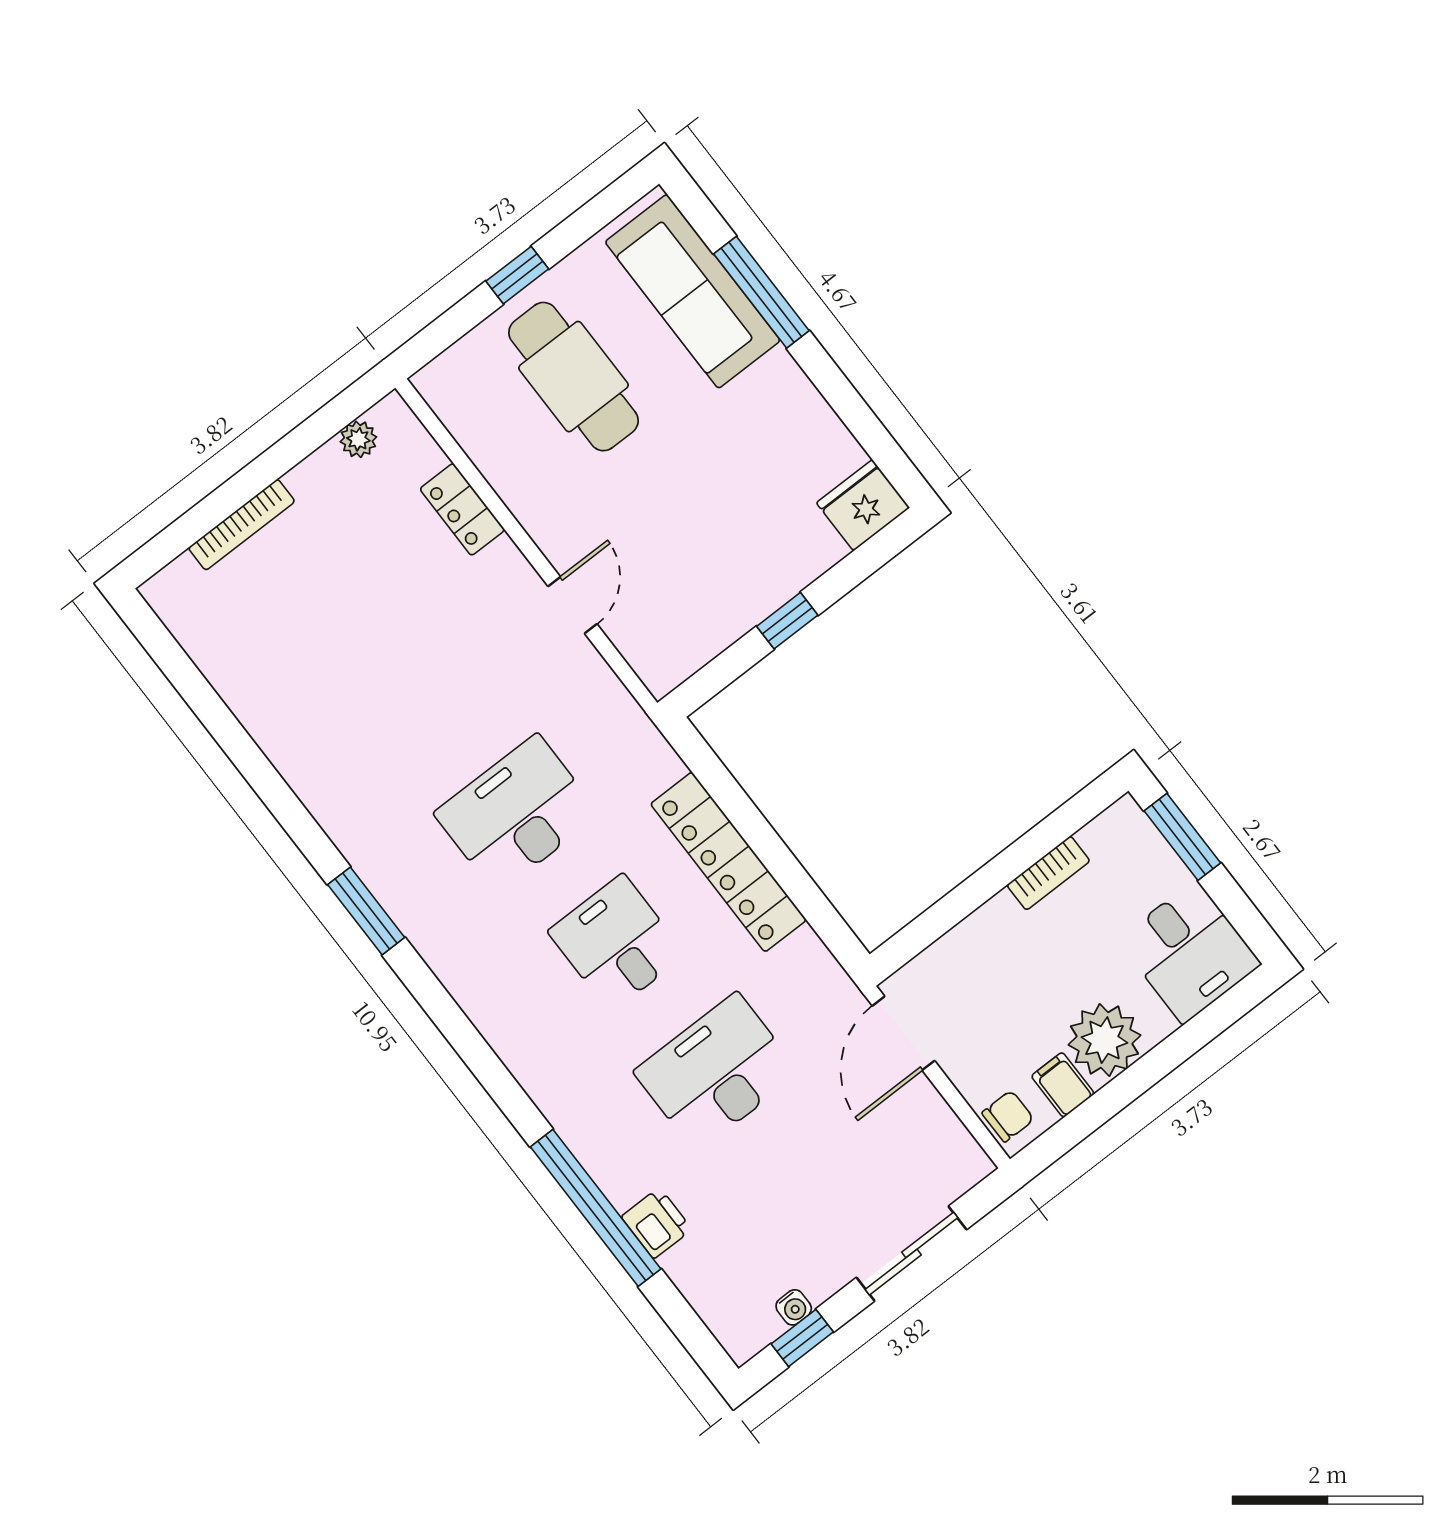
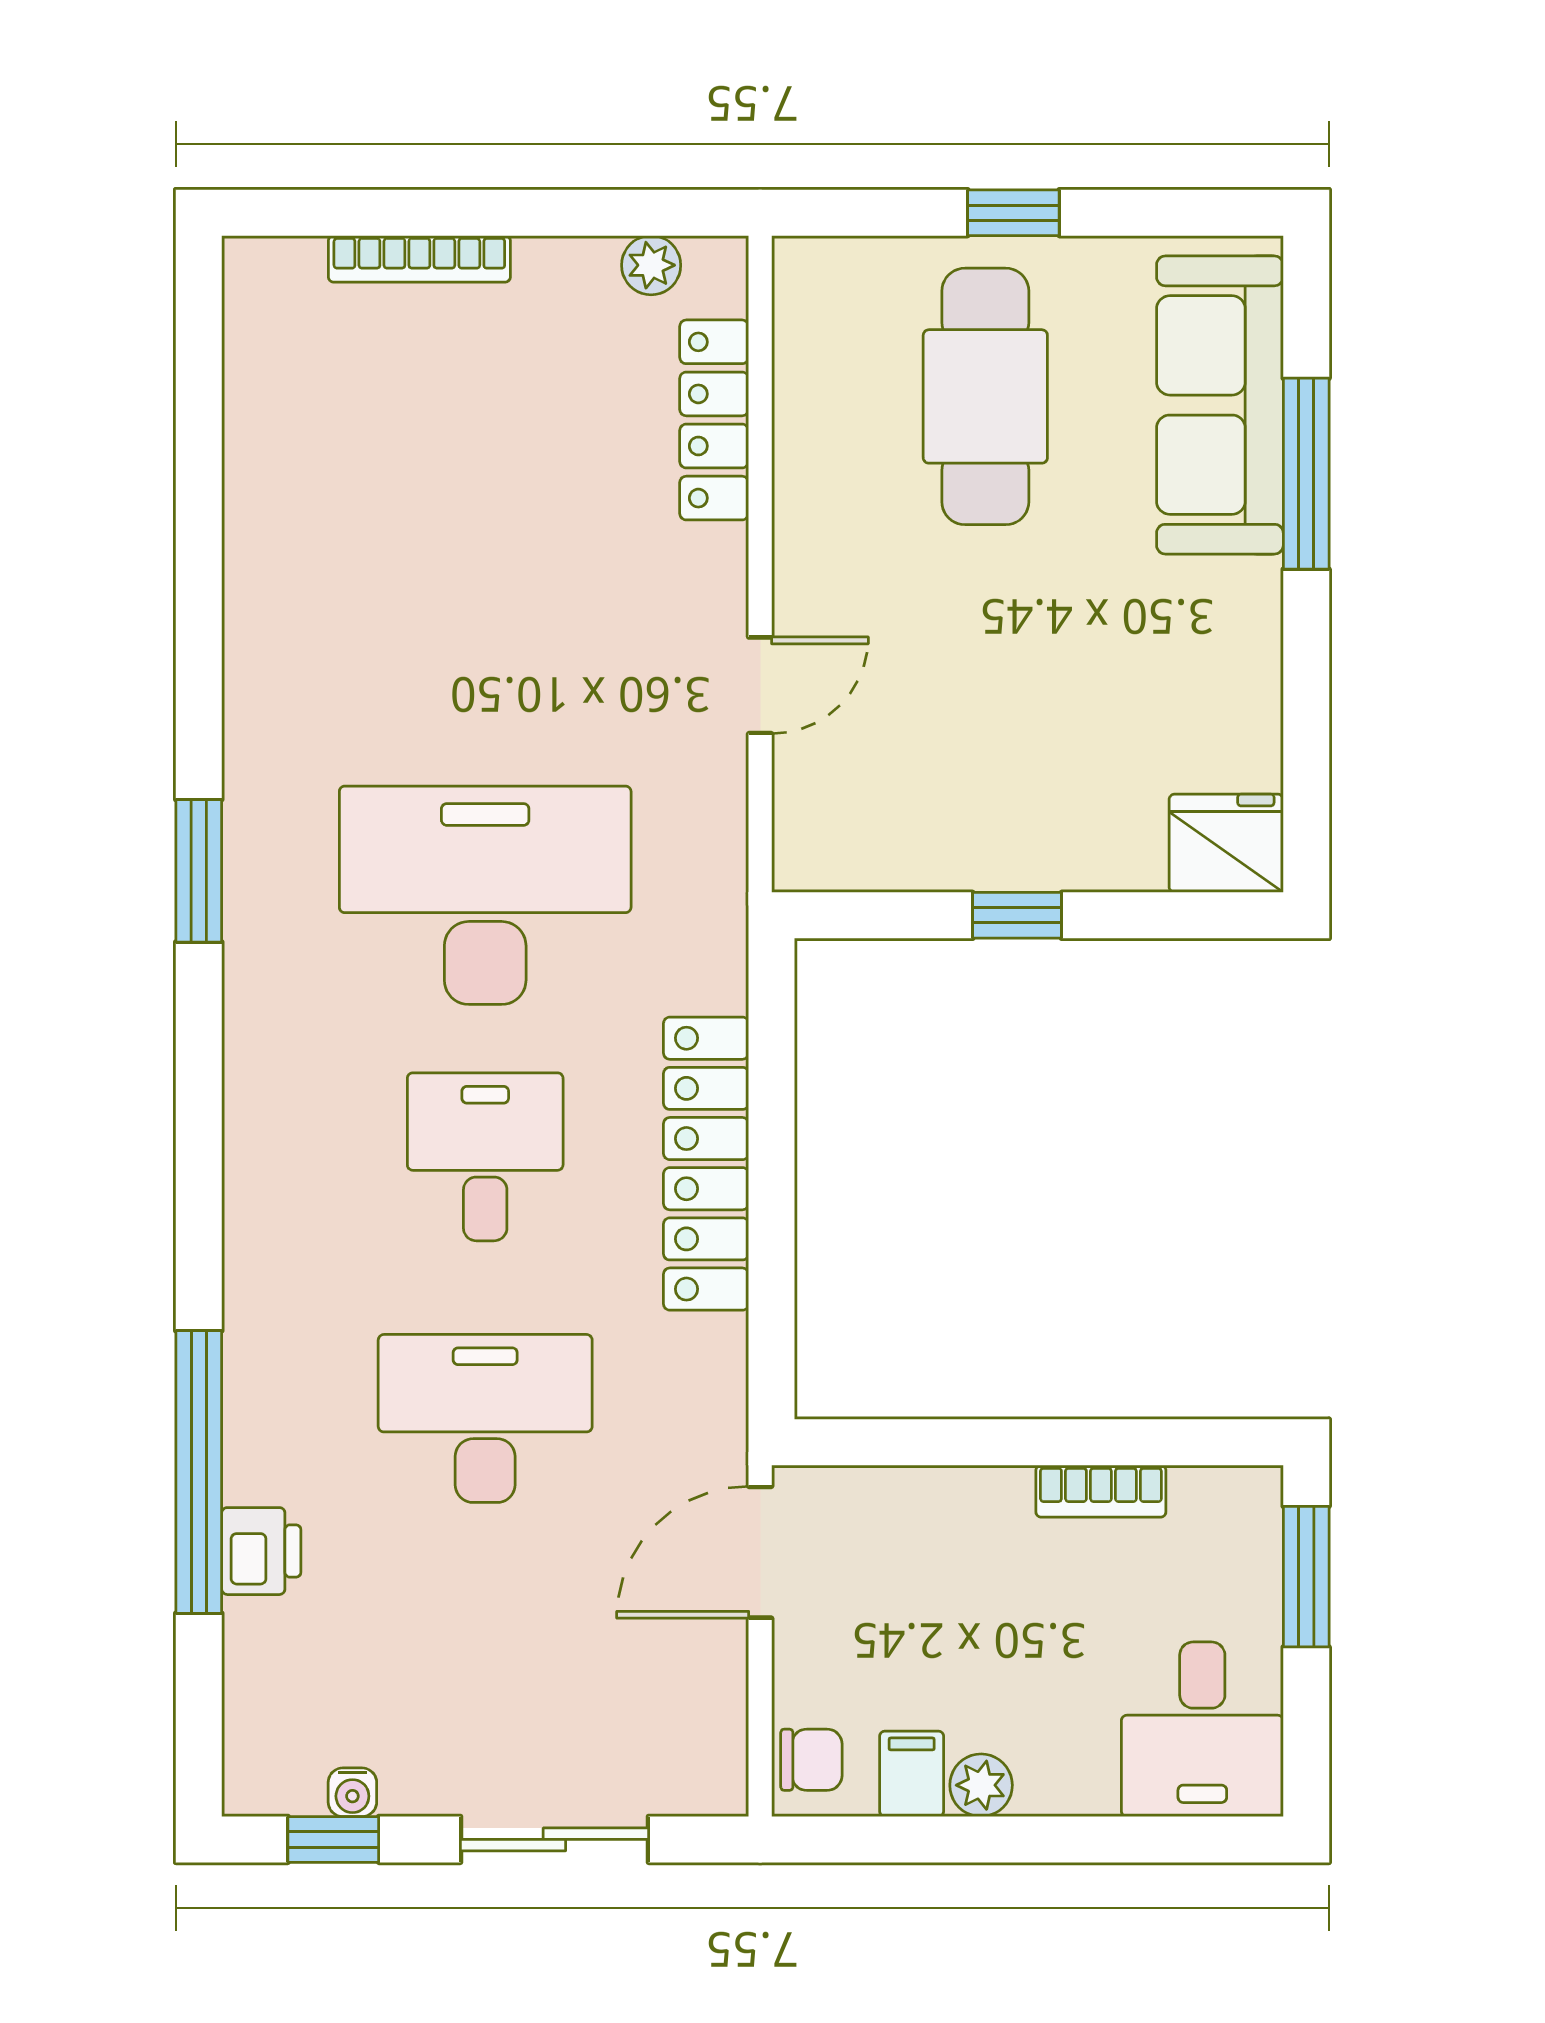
locker: (462, 509) -> (714, 420), width x1.53
desk: (517, 814) -> (485, 895), width x1.36, depth x1.30
plant: (1104, 1040) -> (981, 1785), width x0.53, depth x0.53

